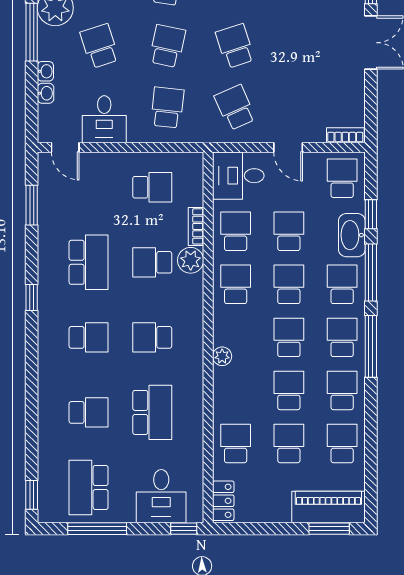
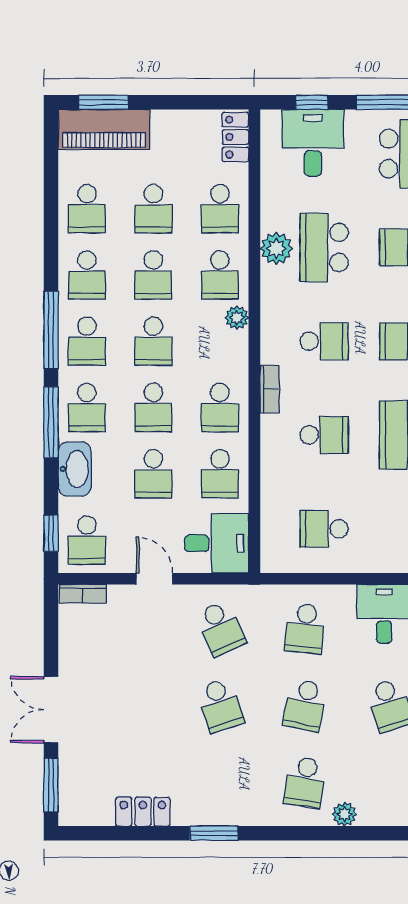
window: (371, 214) -> (51, 533), moved
bookcase: (196, 226) -> (270, 389), moved
plant: (191, 260) -> (276, 248), moved
school desk: (236, 390) -> (220, 275), added
window: (184, 529) -> (312, 102), moved

